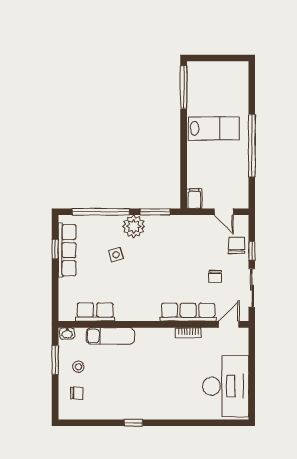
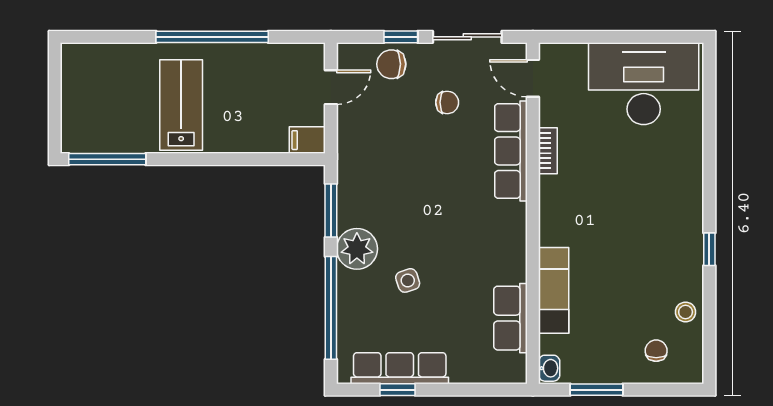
stool: (78, 367) -> (686, 312), moved

